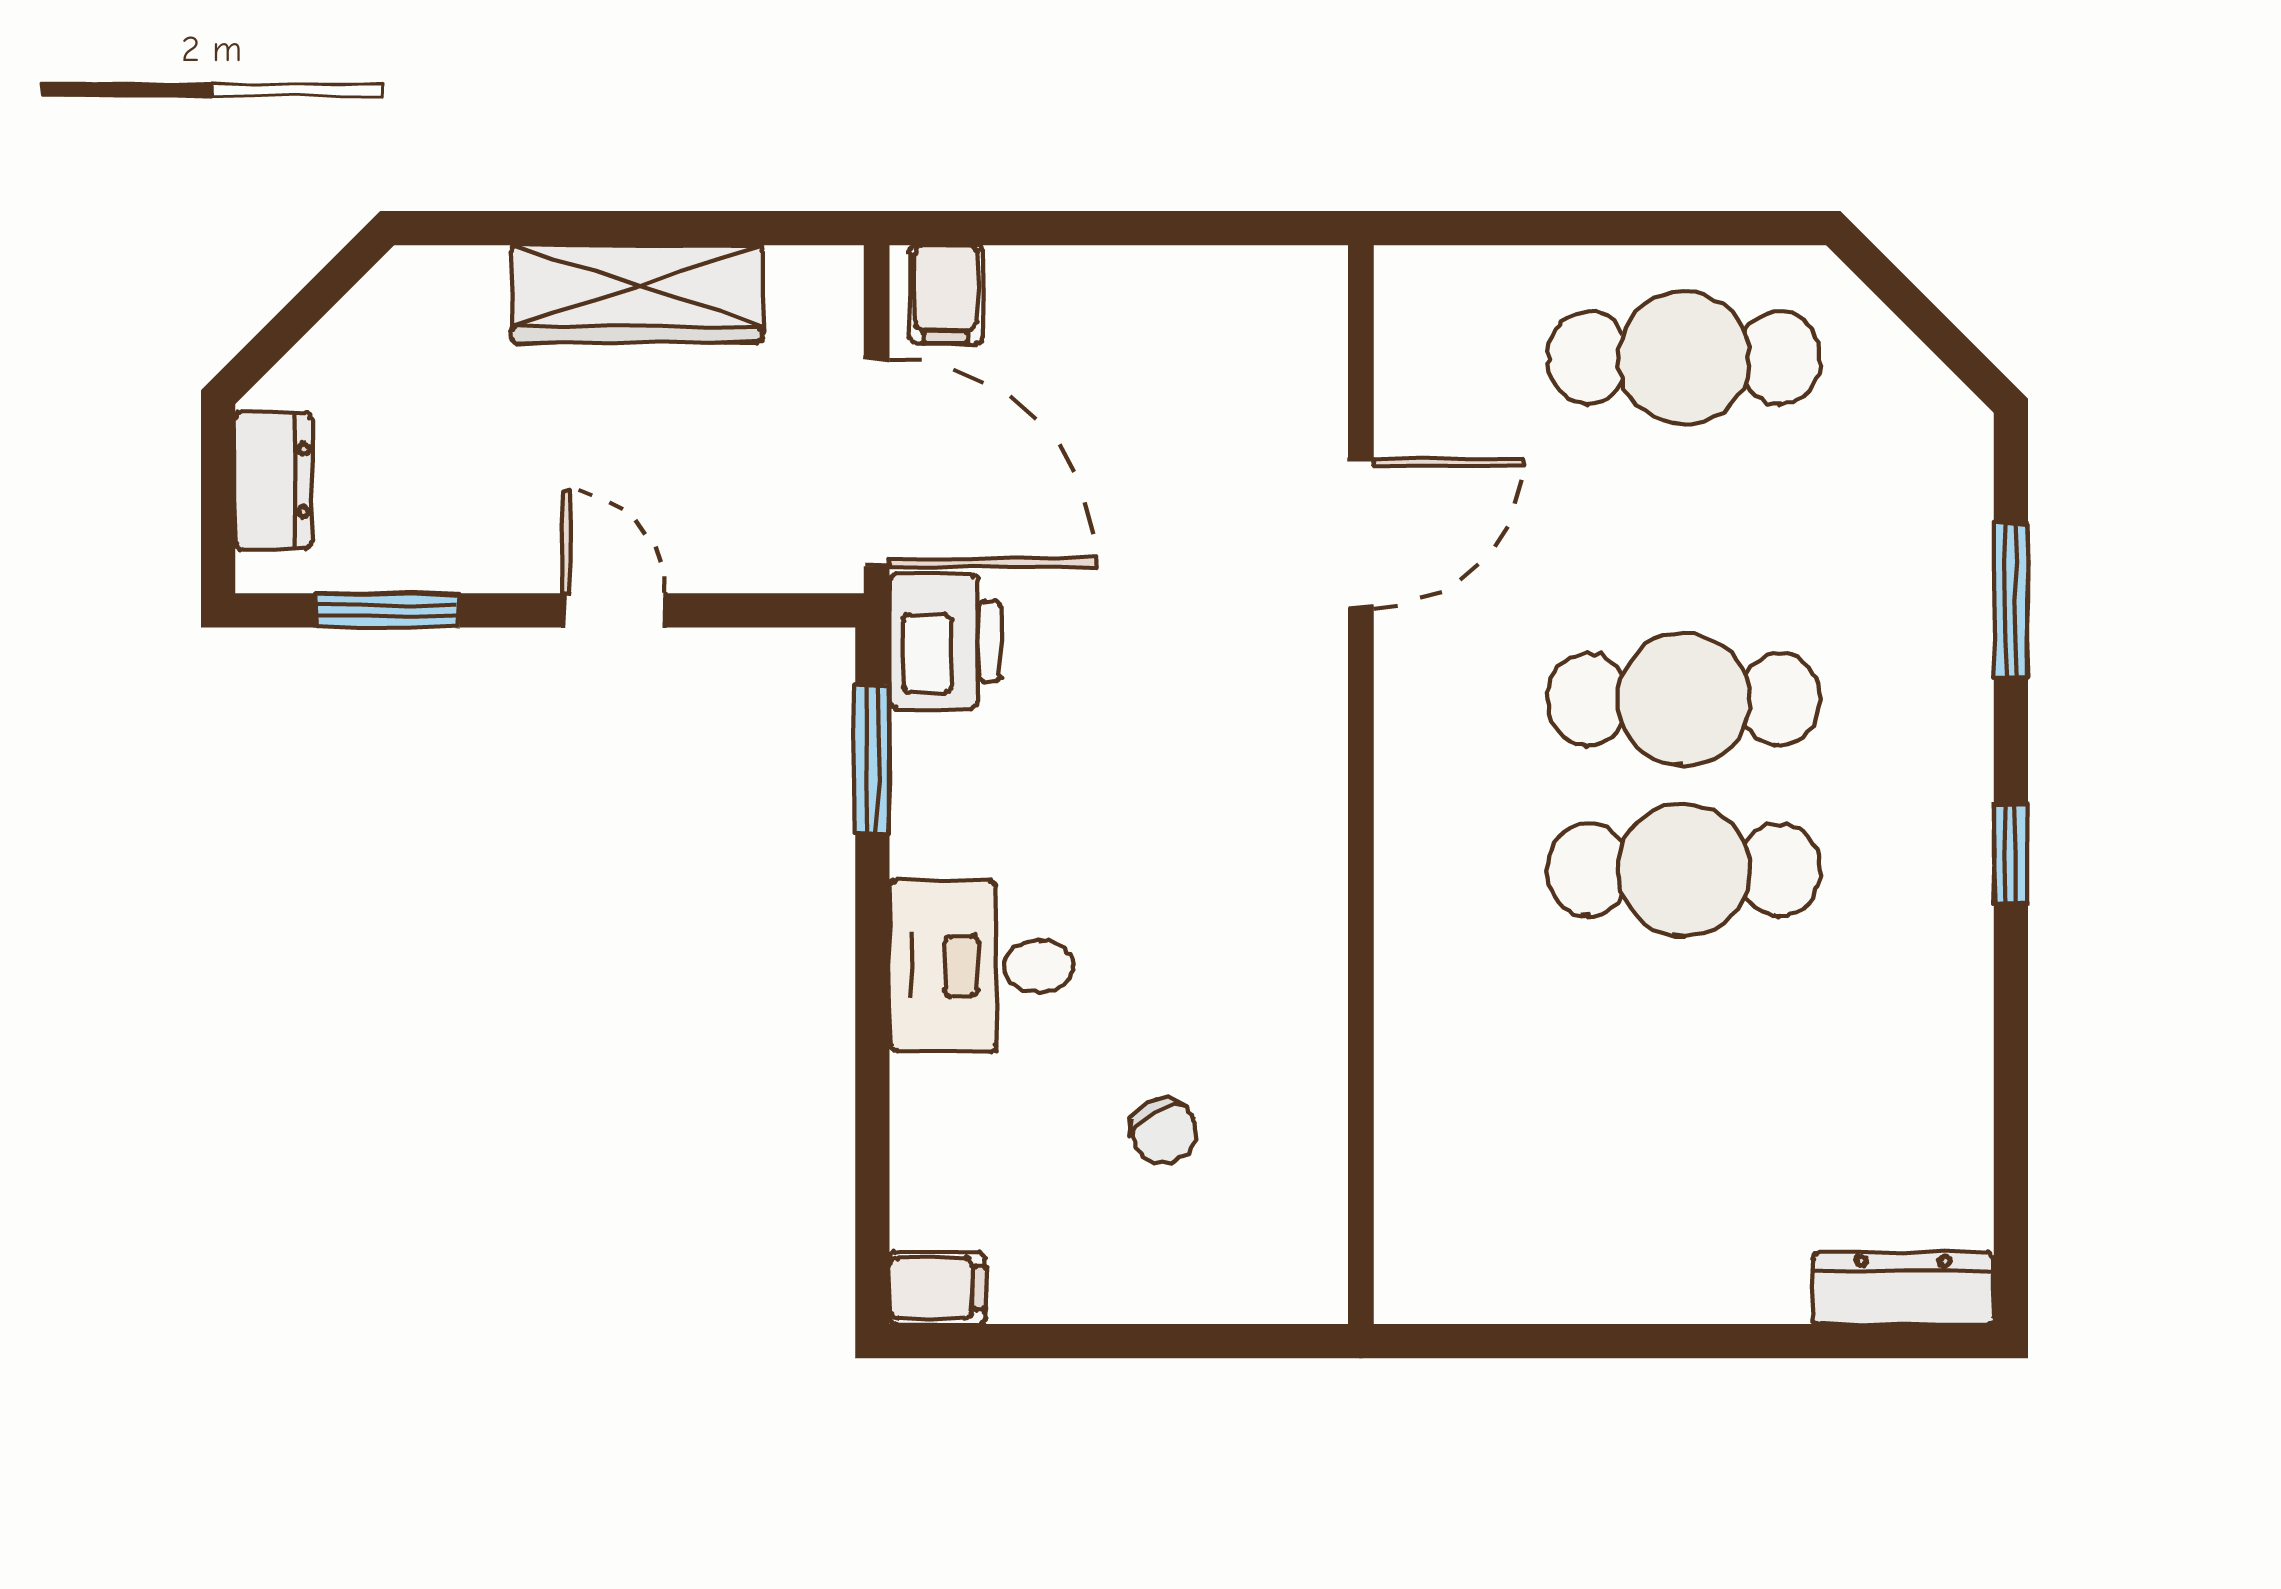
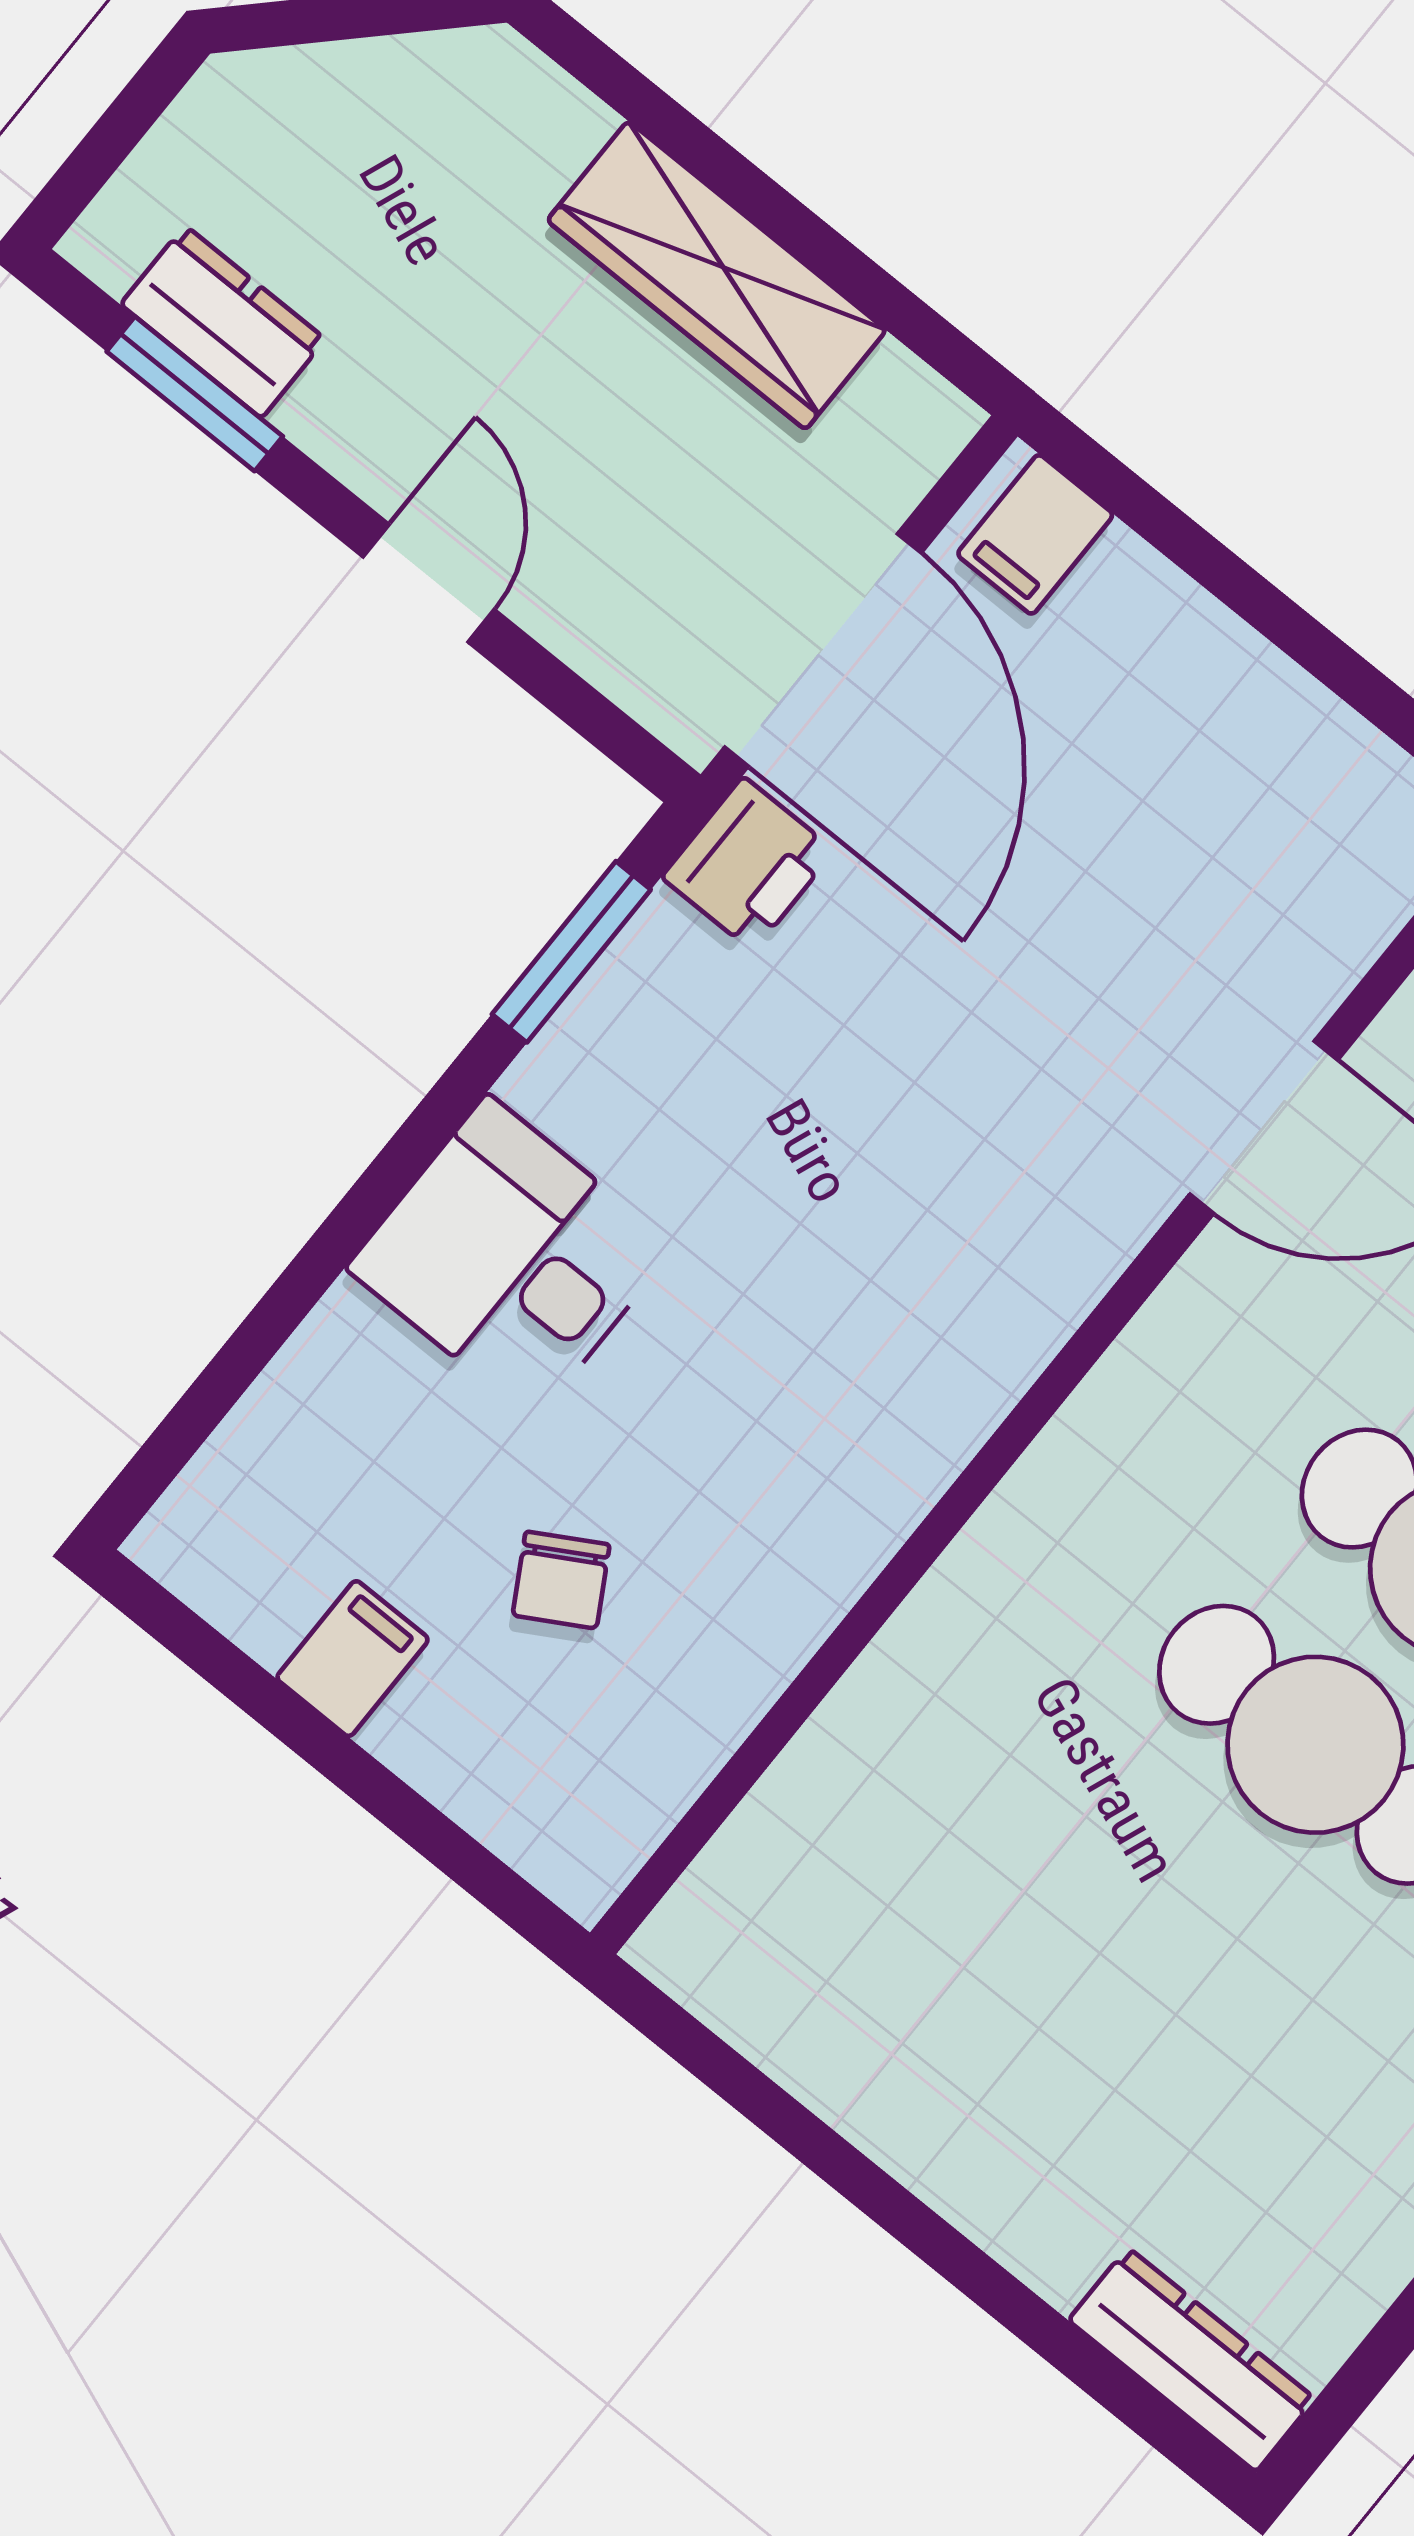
dresser: (274, 480) -> (223, 322), moved, turned -90
printer: (945, 641) -> (748, 864), width x0.73, depth x0.81
filing cabinet: (938, 1288) -> (352, 1659), moved, turned -90

